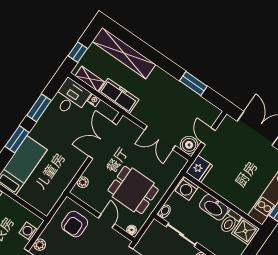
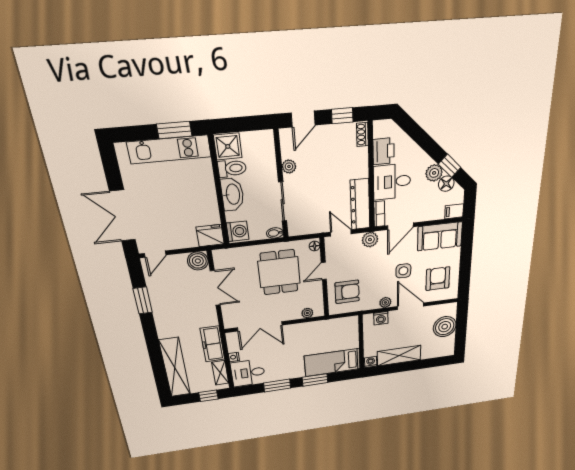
door: (208, 136) -> (155, 254), moved

